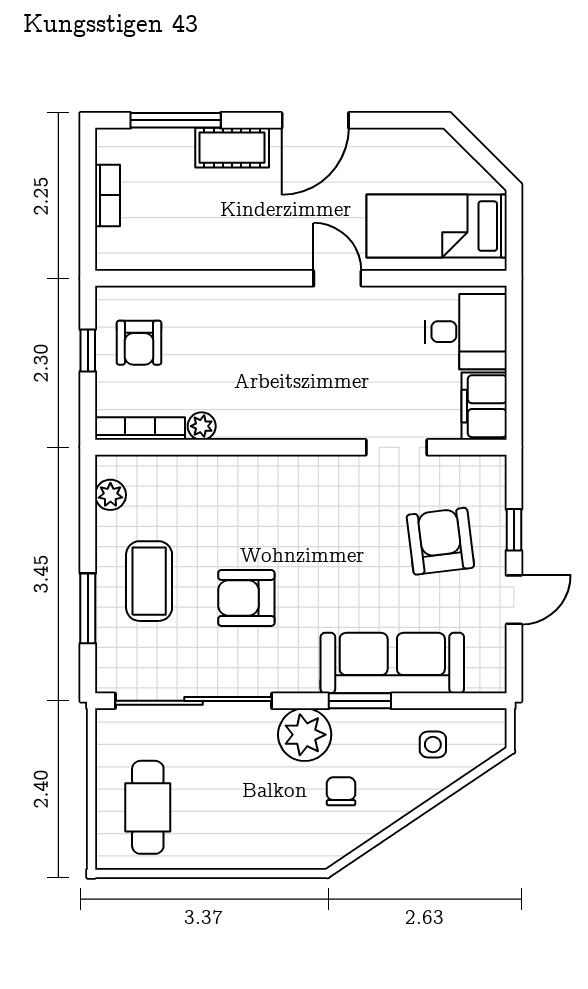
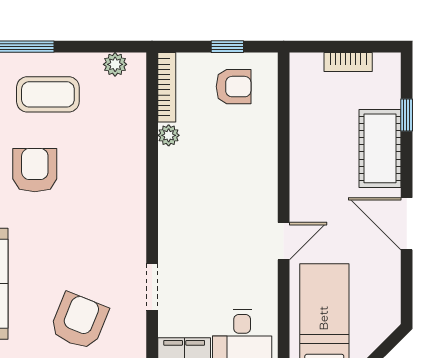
window: (176, 120) -> (407, 115), width x0.46
cot: (232, 148) -> (380, 148), width x1.37, depth x1.34
armchair: (139, 343) -> (234, 87), turned 180
armchair: (440, 541) -> (79, 321), turned -61

